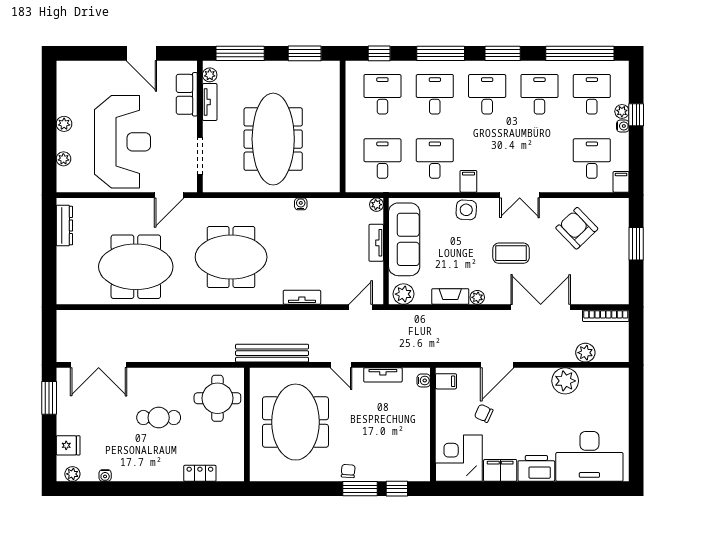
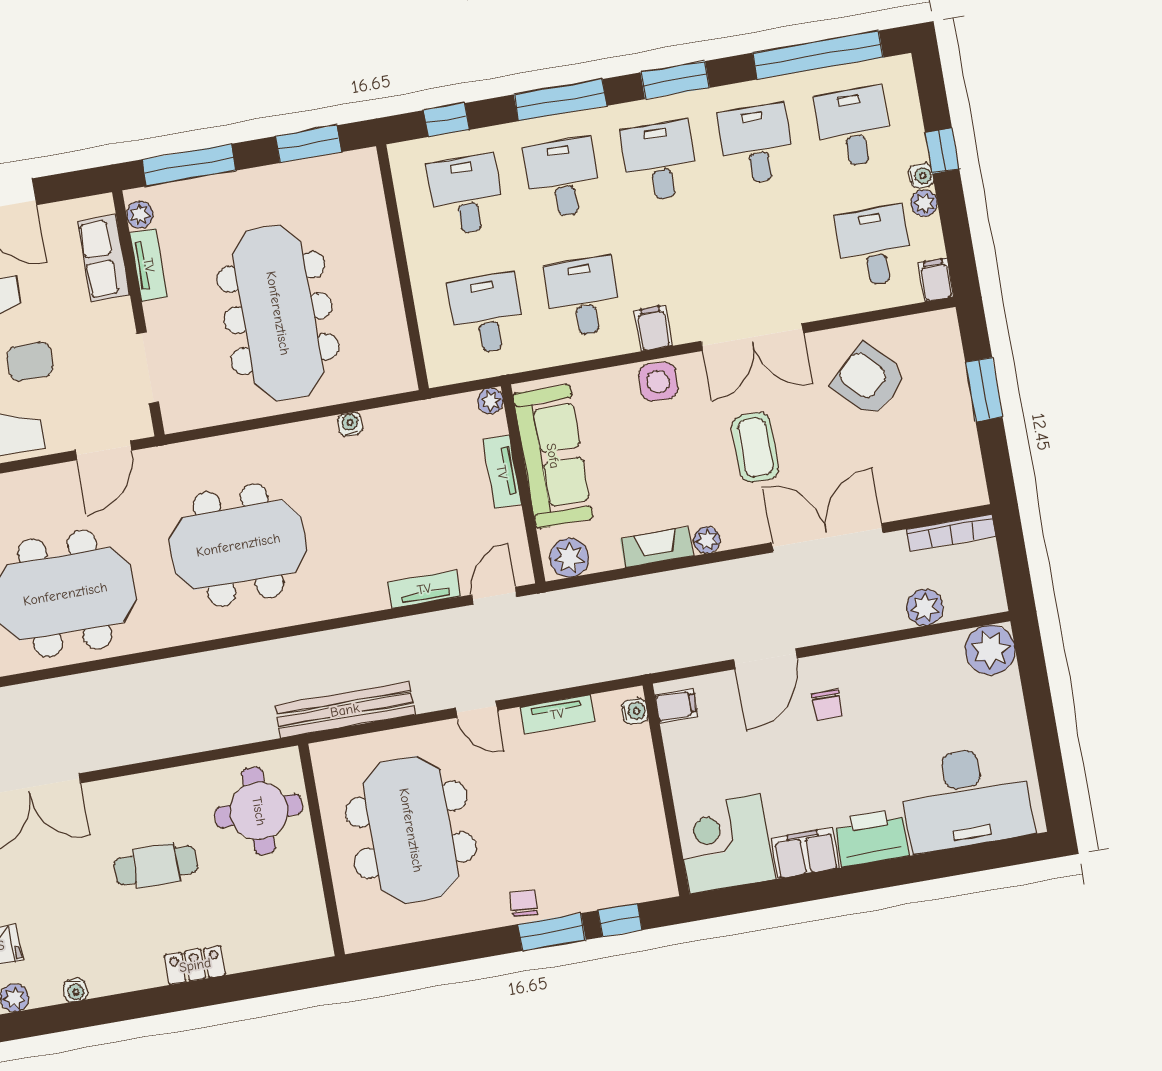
plant: (622, 111) -> (924, 203), moved
double door: (520, 195) -> (752, 337), width x1.37
coffee table: (511, 253) -> (755, 447), turned 90
tv unit: (302, 297) -> (424, 589), moved
plant: (565, 381) -> (990, 650), moved
chair: (484, 413) -> (827, 705), moved, turned -115
locker: (200, 473) -> (195, 965), moved

